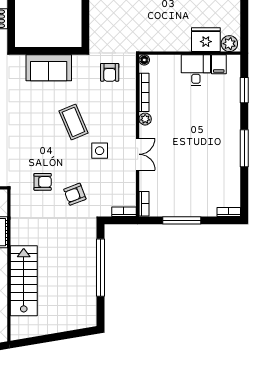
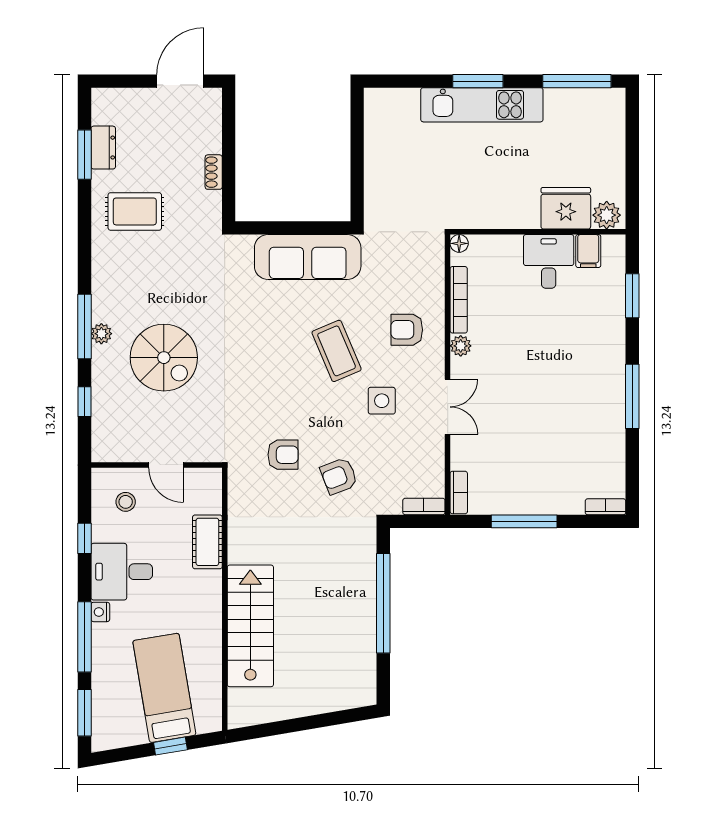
sofa: (49, 68) -> (308, 257), width x1.36
armchair: (110, 72) -> (407, 330), moved, turned 90

